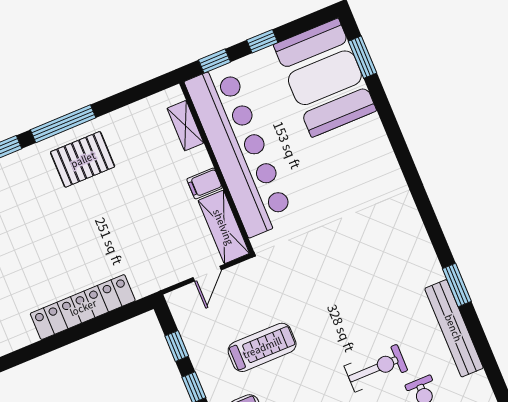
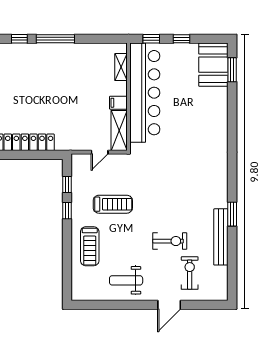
booth: (325, 78) -> (213, 65), width x0.73, depth x0.70
pallet: (83, 159) -> (58, 62), removed

